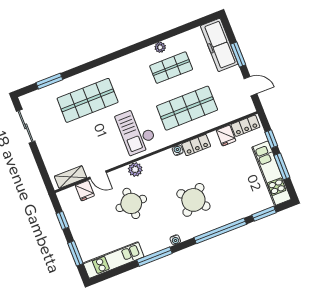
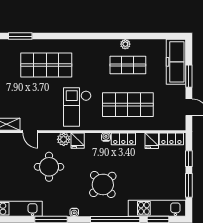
kitchen unit: (271, 173) -> (157, 208), moved, turned 90
fridge: (85, 191) -> (78, 141), moved

